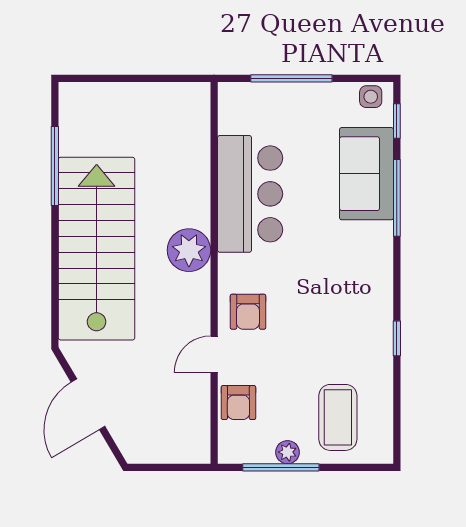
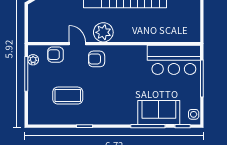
bar counter: (250, 194) -> (174, 60), moved
plant: (189, 250) -> (103, 32), moved
coffee table: (338, 417) -> (68, 96), moved
plant: (287, 452) -> (33, 60), moved

